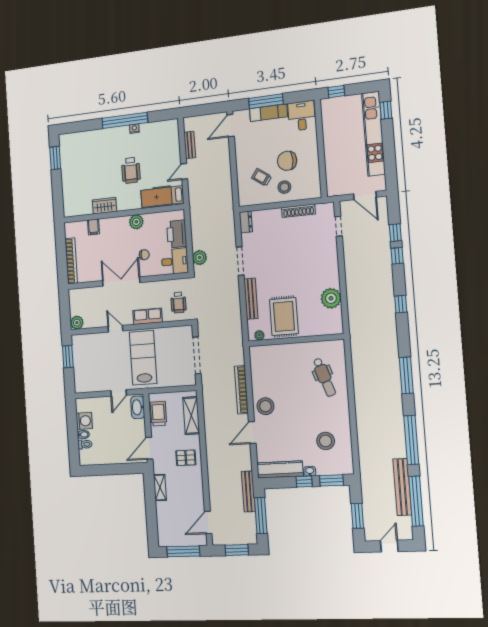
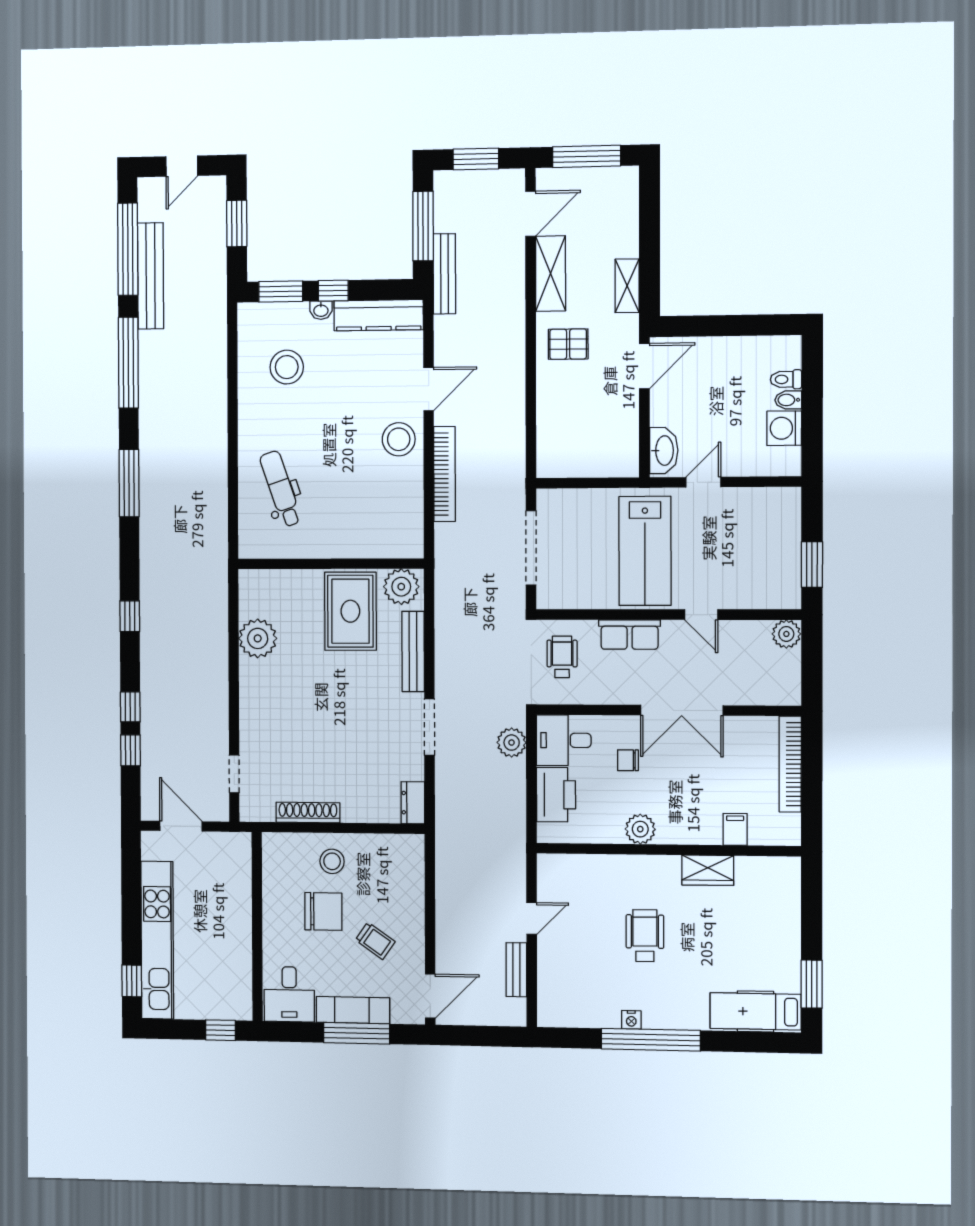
trolley: (262, 177) -> (375, 941), moved
hospital bed: (162, 196) -> (756, 1011), moved, turned 180
plant: (259, 335) -> (401, 587), width x1.88, depth x1.88
trolley: (158, 414) -> (620, 435), removed
shelving: (191, 416) -> (551, 274), moved

